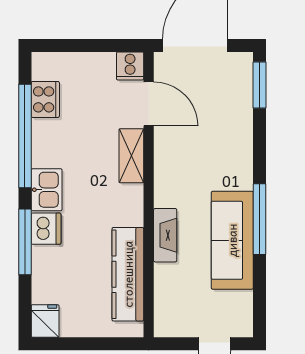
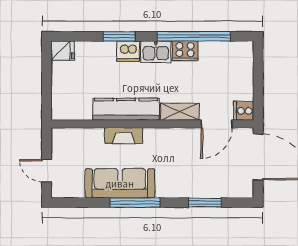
window: (260, 85) -> (205, 203), moved
cooker: (45, 99) -> (185, 51), moved
window: (25, 242) -> (119, 36), width x0.69
kitchen counter: (128, 274) -> (126, 109), moved

